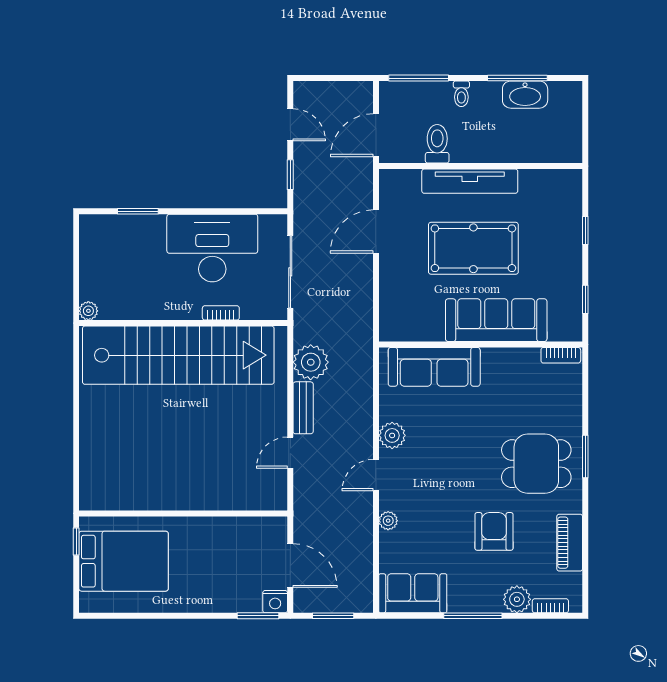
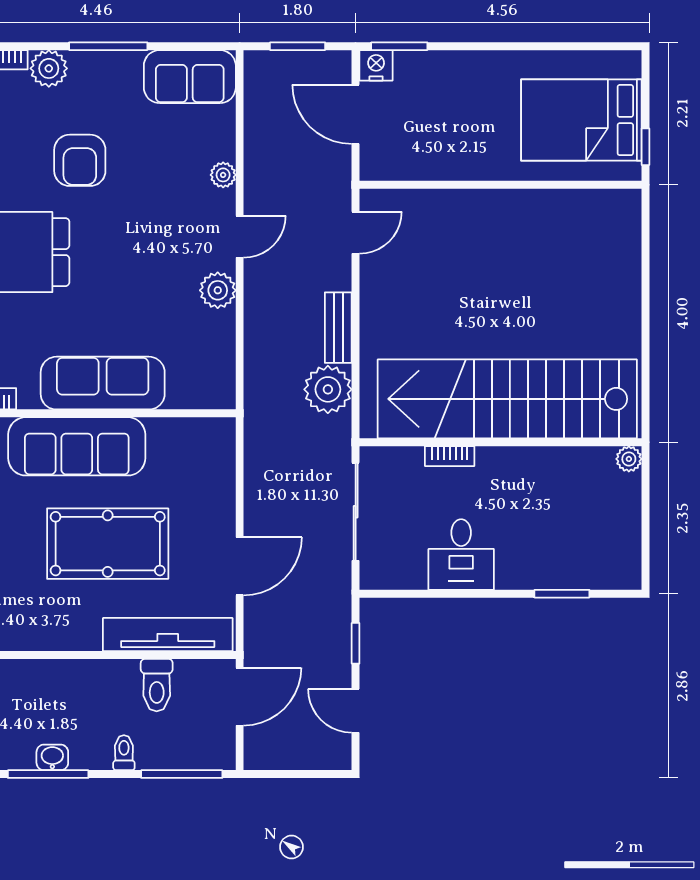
washbasin: (525, 95) -> (52, 757), width x0.52, depth x0.69
tv unit: (470, 181) -> (168, 634), moved
desk: (212, 248) -> (461, 555), width x0.53, depth x0.77
sofa: (434, 367) -> (103, 383), moved
door: (290, 453) -> (356, 233), moved

